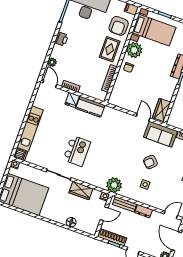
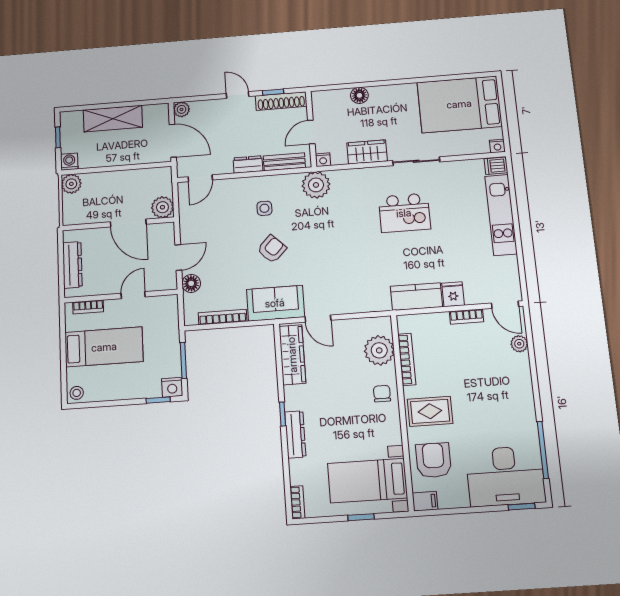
printer: (61, 39) -> (523, 392), removed
rug: (110, 49) -> (430, 411), turned 90
plant: (134, 50) -> (379, 350), moved
wardrobe: (162, 110) -> (292, 355), width x1.50
kitchen island: (77, 151) -> (404, 213), turned -90

